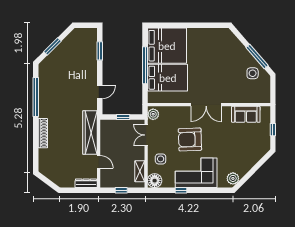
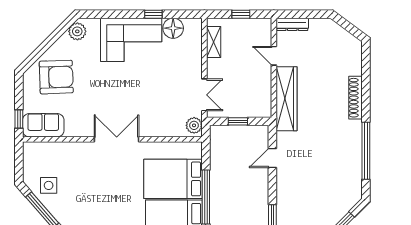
sofa: (246, 114) -> (43, 125), moved
window: (273, 130) -> (19, 119), moved
armchair: (190, 139) -> (56, 77), moved
side table: (161, 159) -> (183, 60), removed
floor lamp: (155, 181) -> (173, 28), moved

